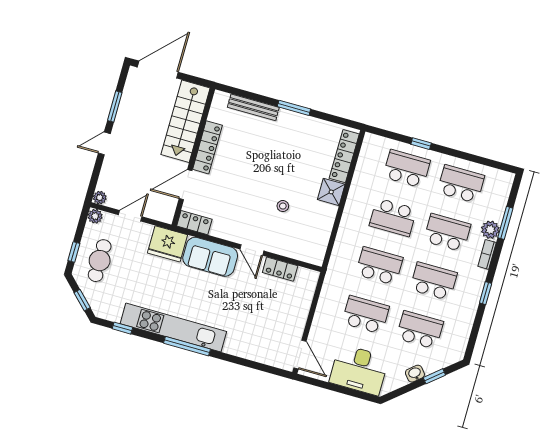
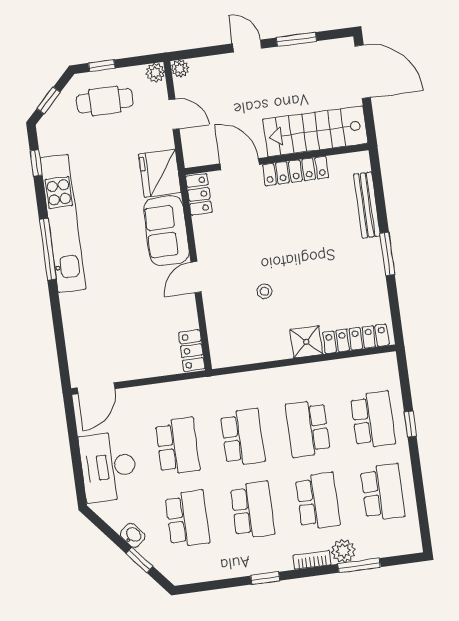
locker: (280, 269) -> (192, 351), moved

